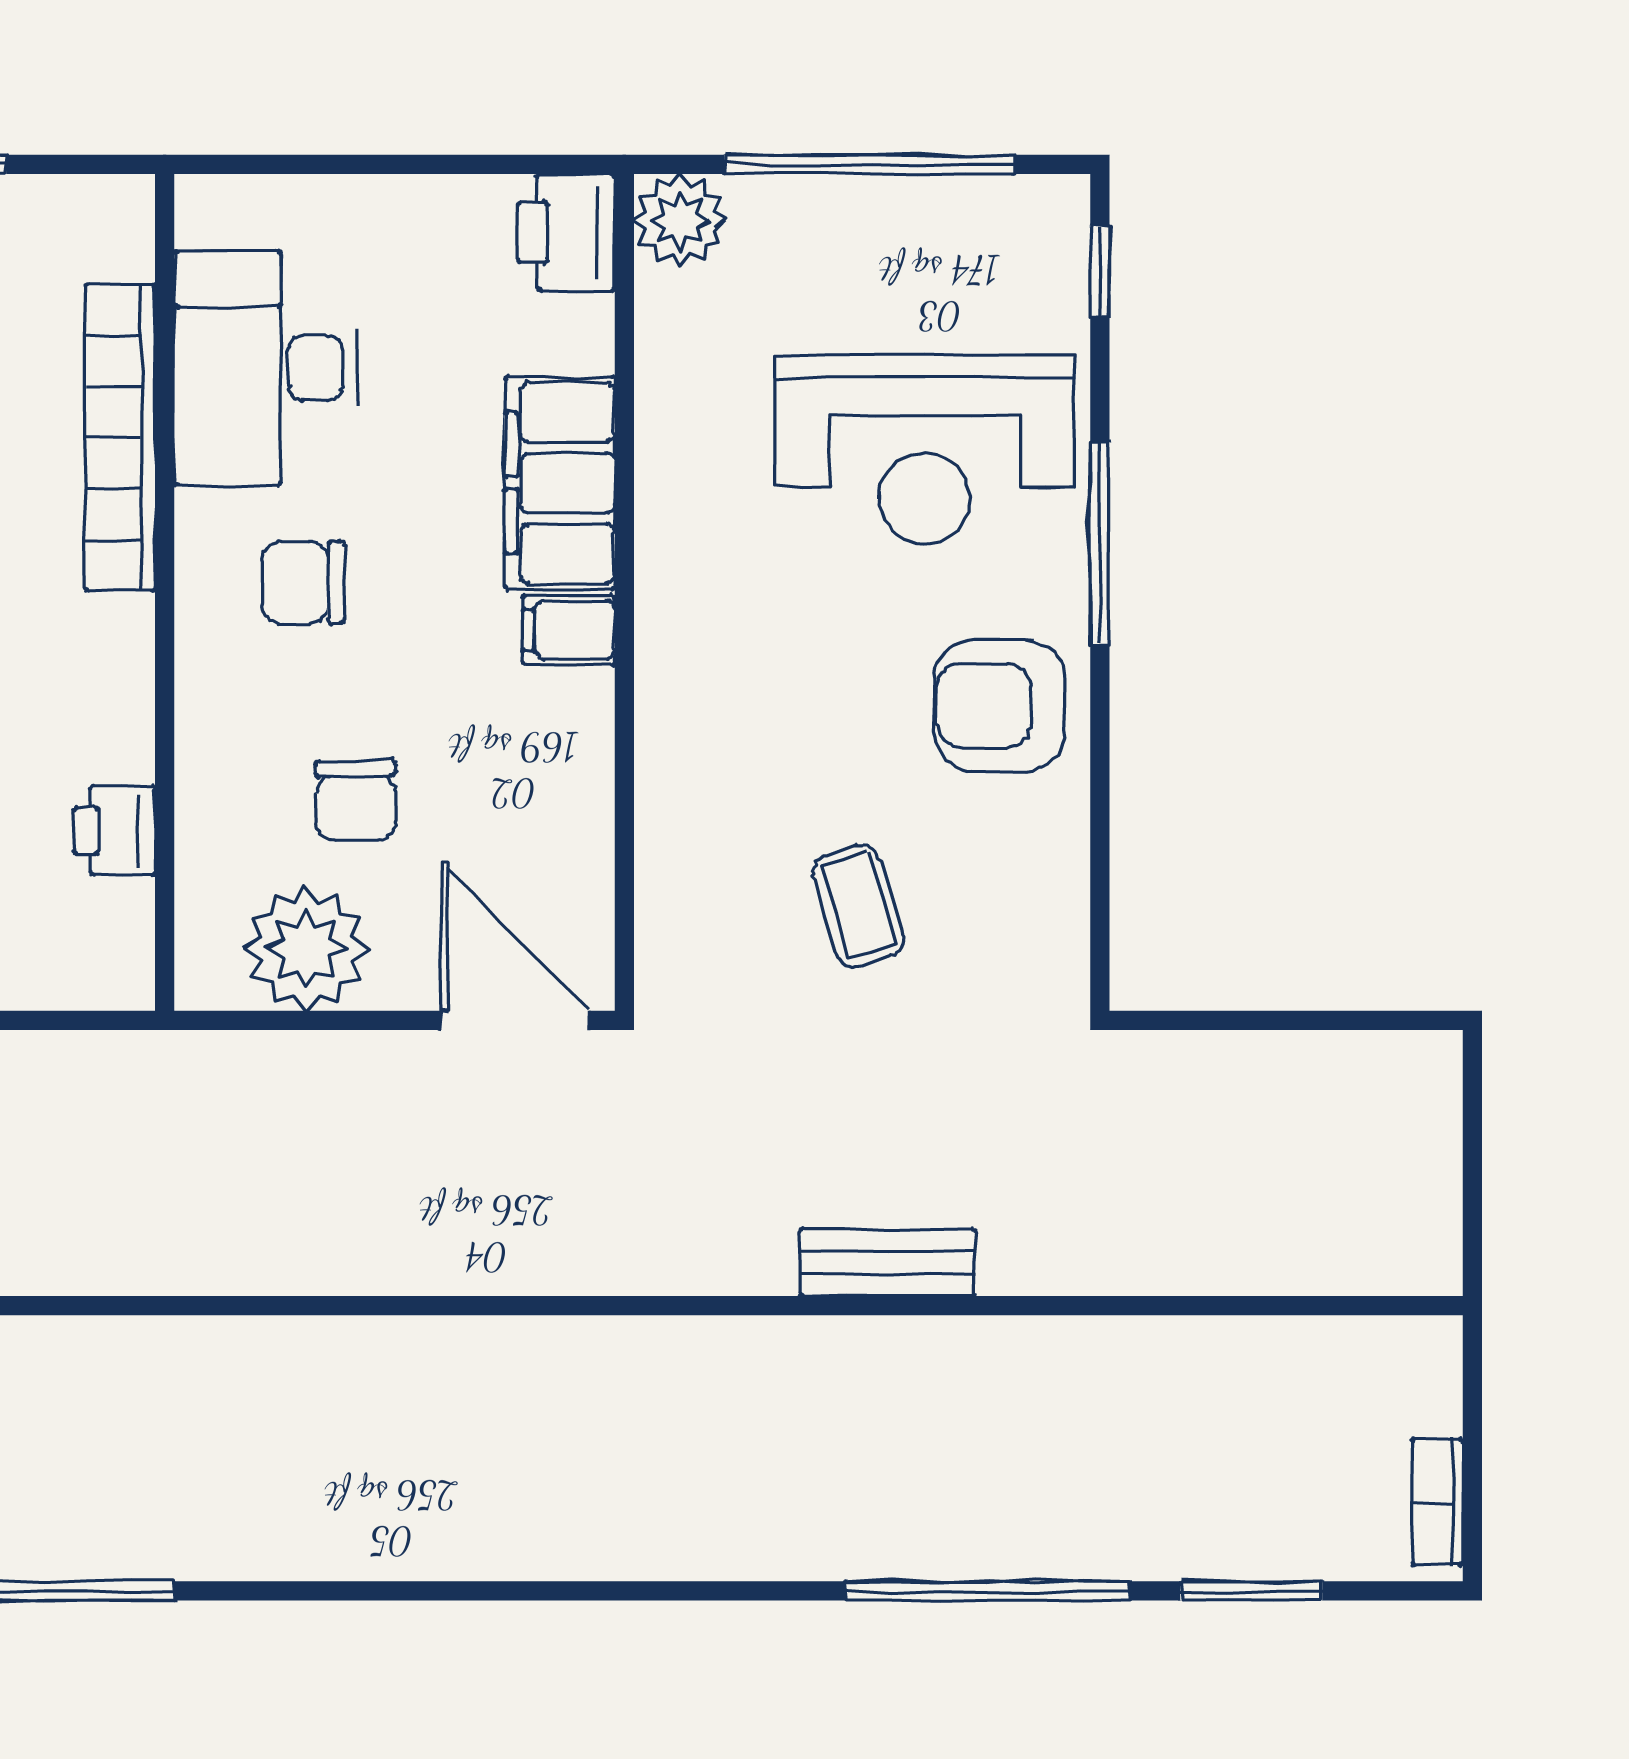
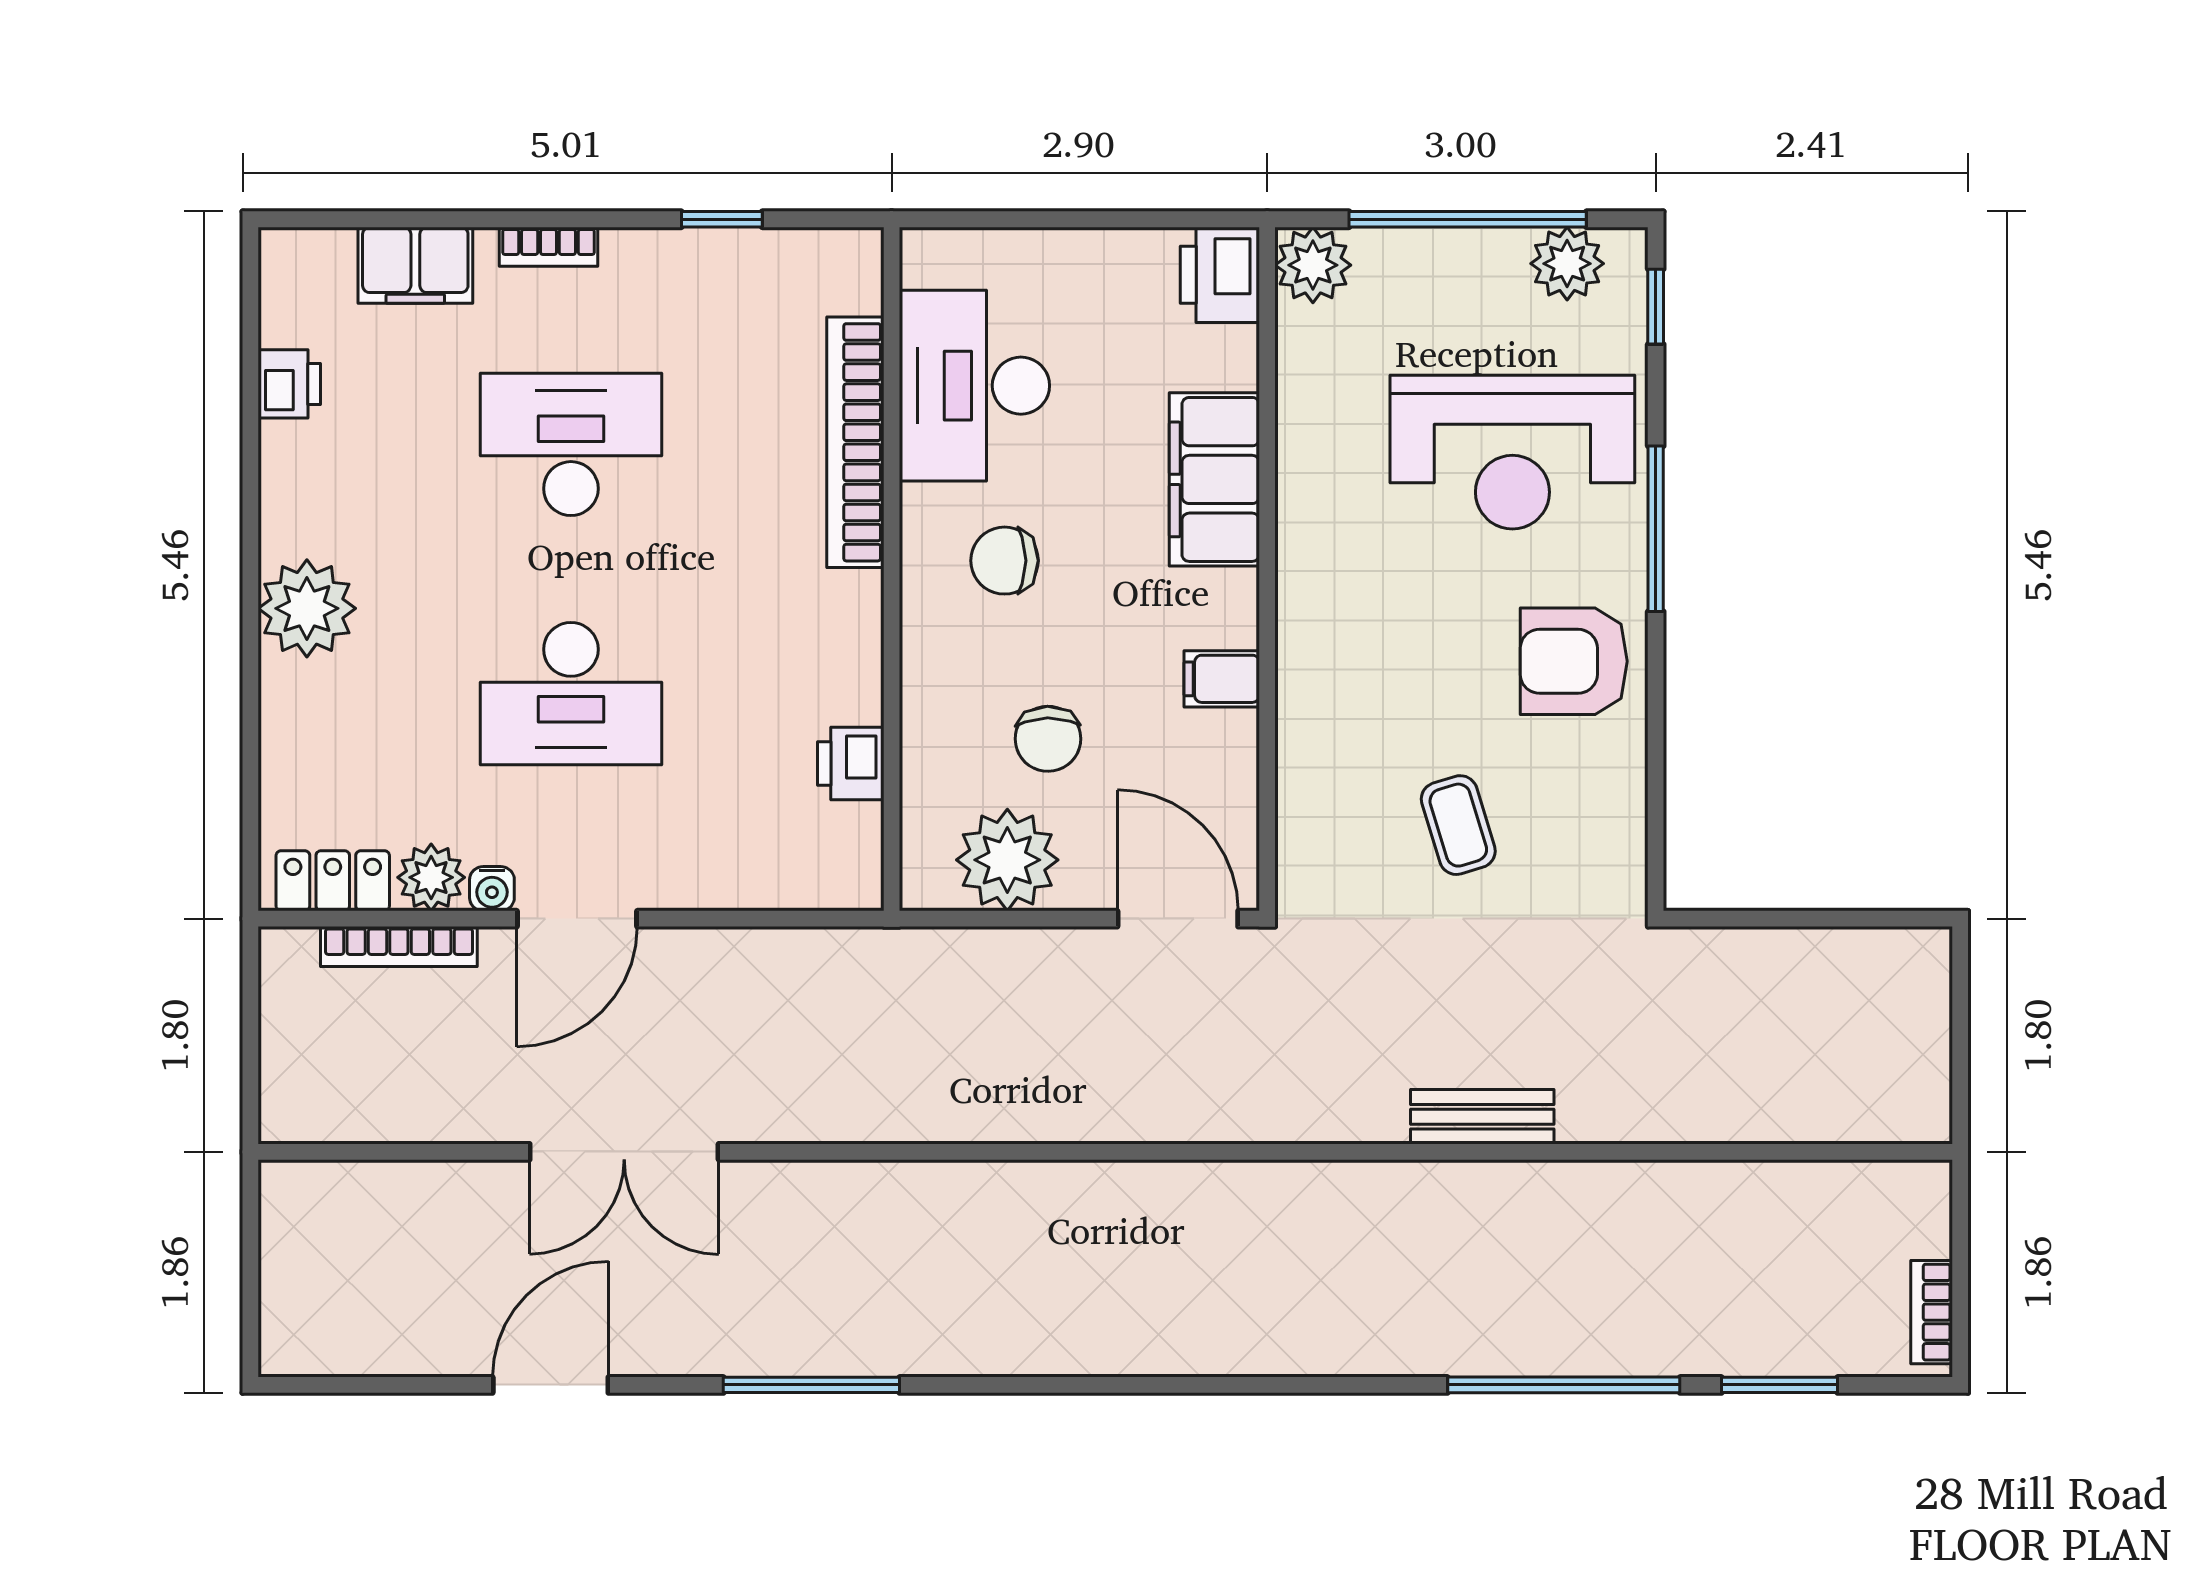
plant: (991, 219) -> (1567, 264), added
filing cabinet: (569, 630) -> (1222, 679), moved

